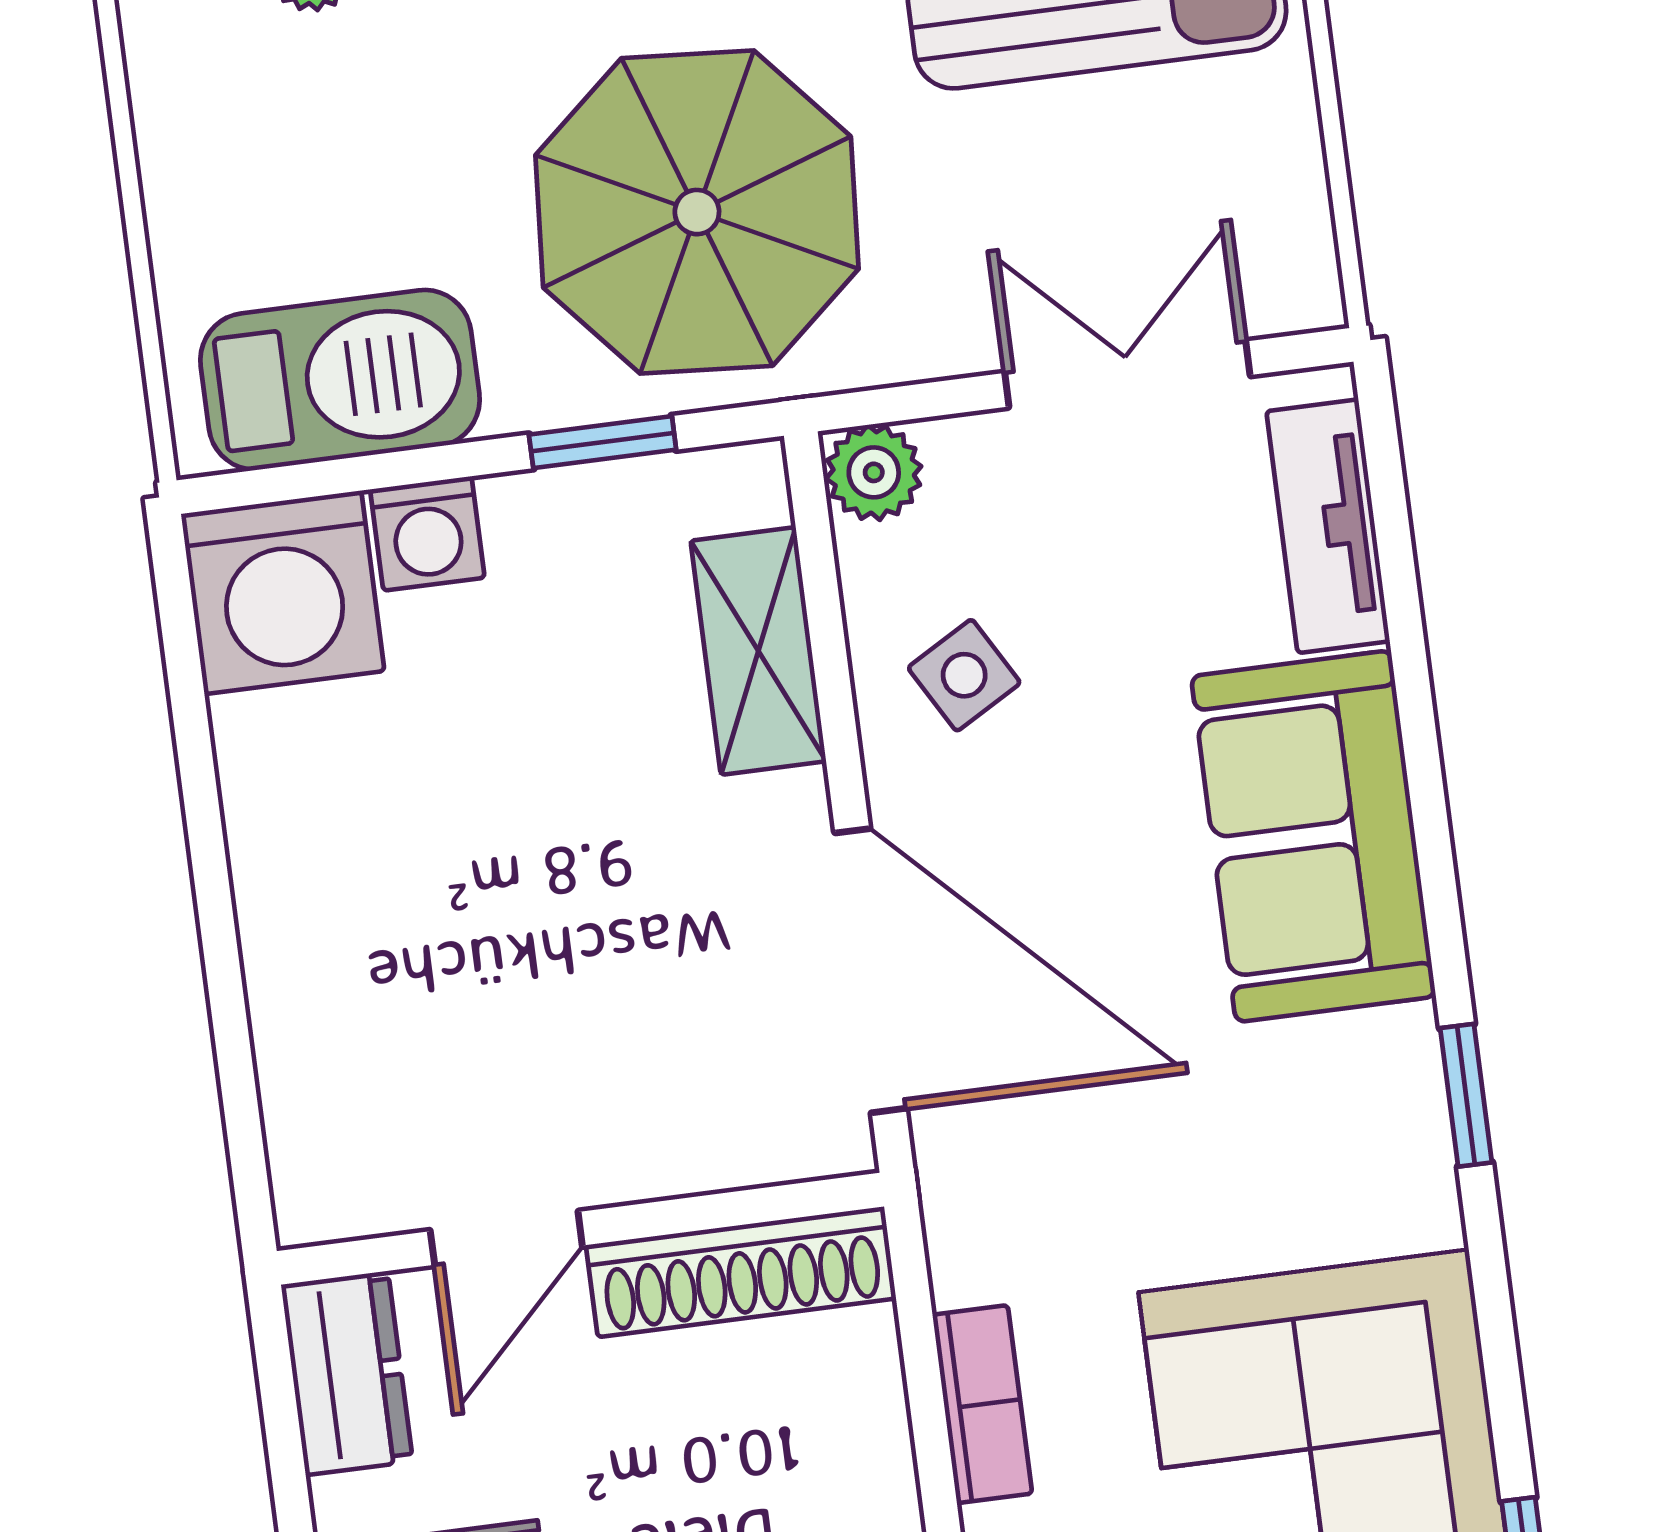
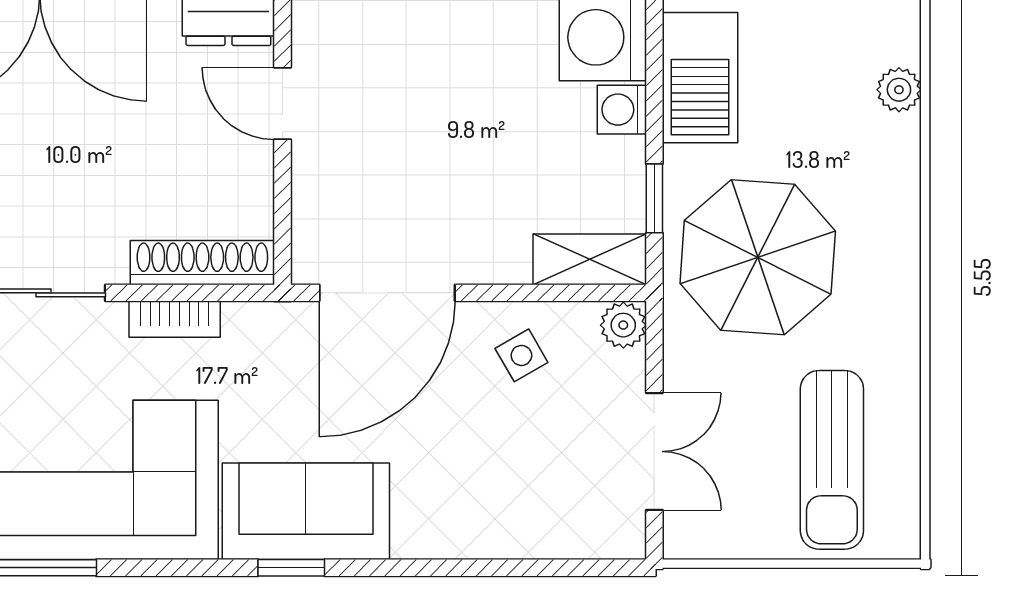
tv unit: (1328, 526) -> (570, 537), removed
shelving: (758, 651) -> (590, 259), moved
sofa: (1313, 836) -> (306, 511), moved
shoe rack: (741, 1272) -> (202, 263), moved, turned 90

